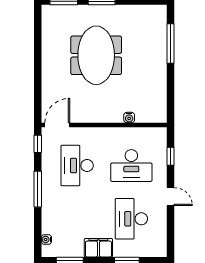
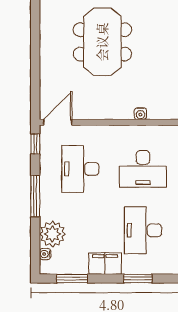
plant: (53, 222) -> (52, 234), added

